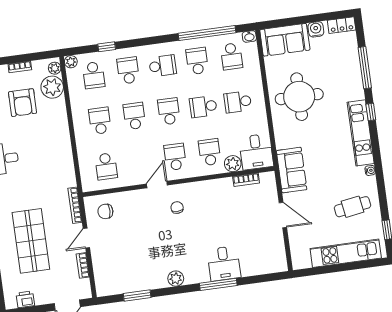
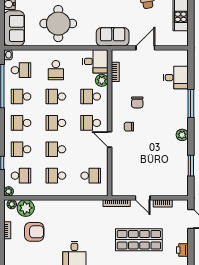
school desk: (163, 66) -> (21, 123), turned -90
school desk: (203, 107) -> (56, 97), turned 90
chair: (105, 211) -> (137, 102), moved
desk: (224, 263) -> (176, 78), moved

